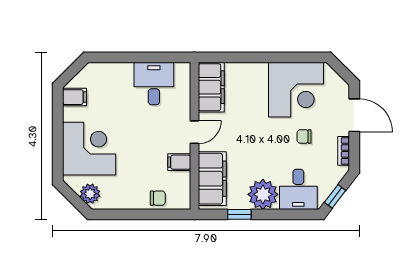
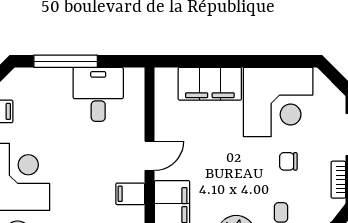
window: (128, 57) -> (66, 61), added
filing cabinet: (211, 87) -> (210, 84), moved, turned 90

